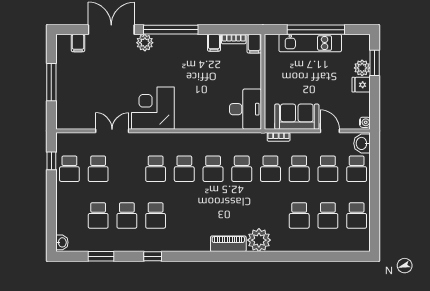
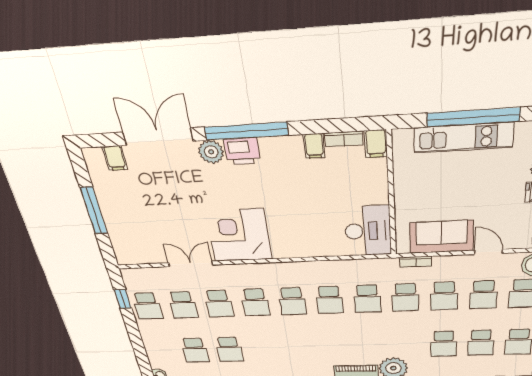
printer: (166, 43) -> (242, 151), added
school desk: (156, 215) -> (219, 304), moved

